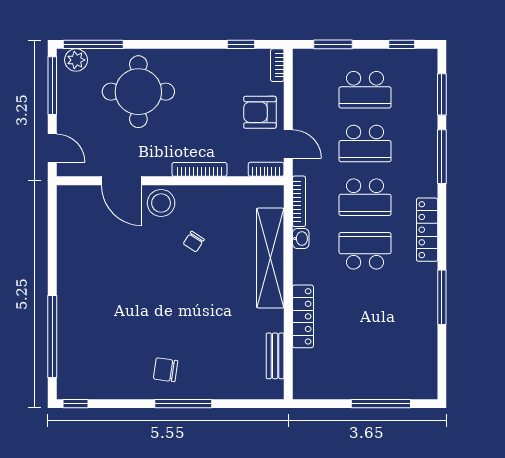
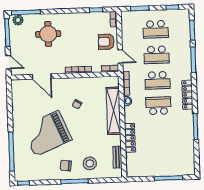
round table: (138, 92) -> (48, 34), width x0.73, depth x0.73
stool: (161, 203) -> (90, 163), moved
grand piano: (128, 301) -> (47, 133), added

